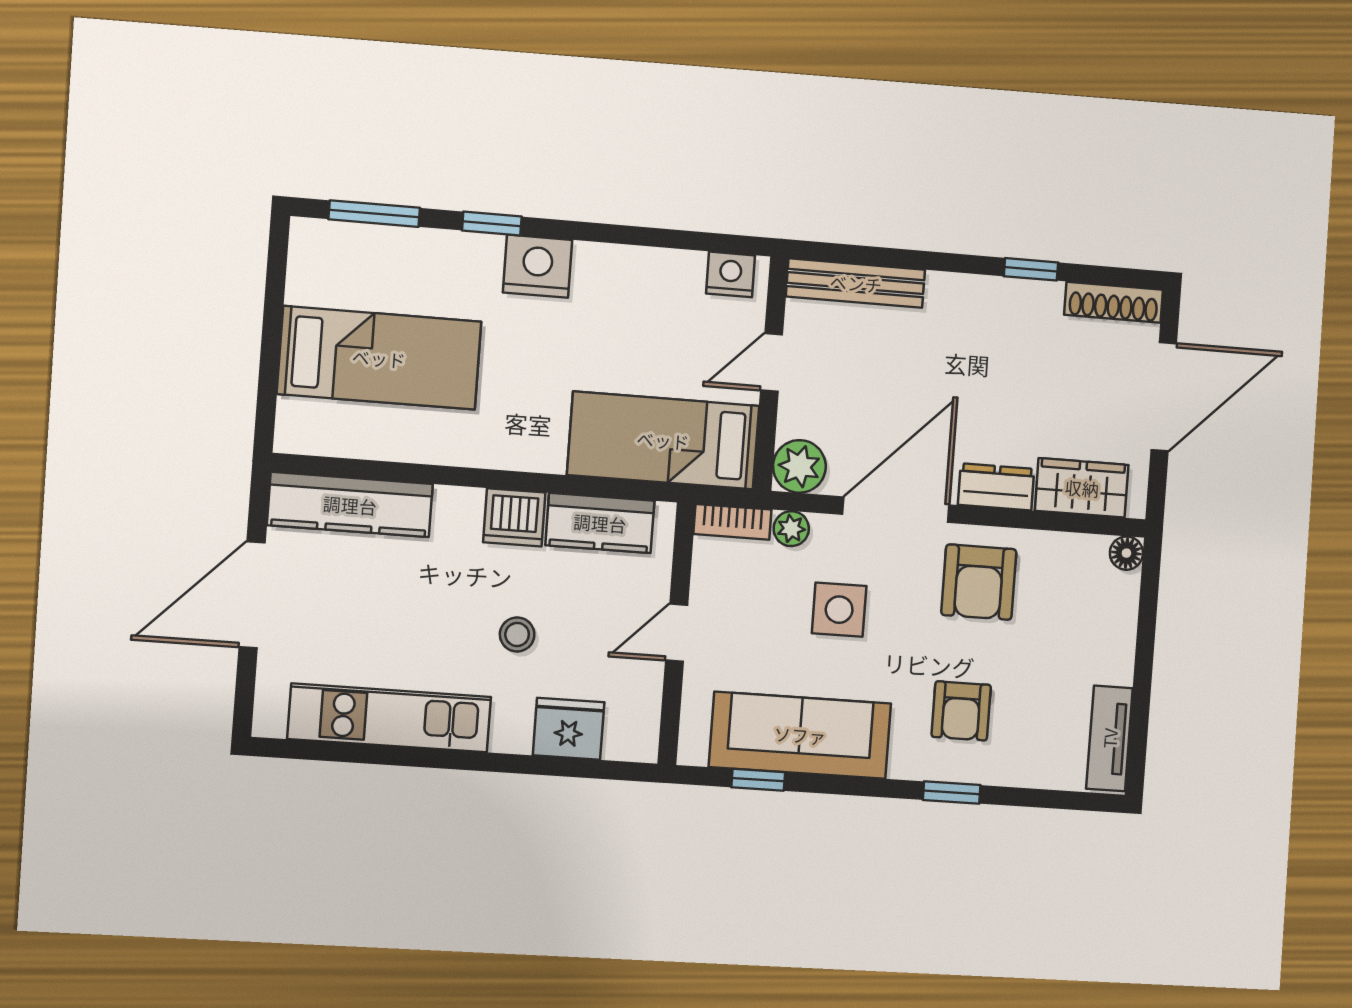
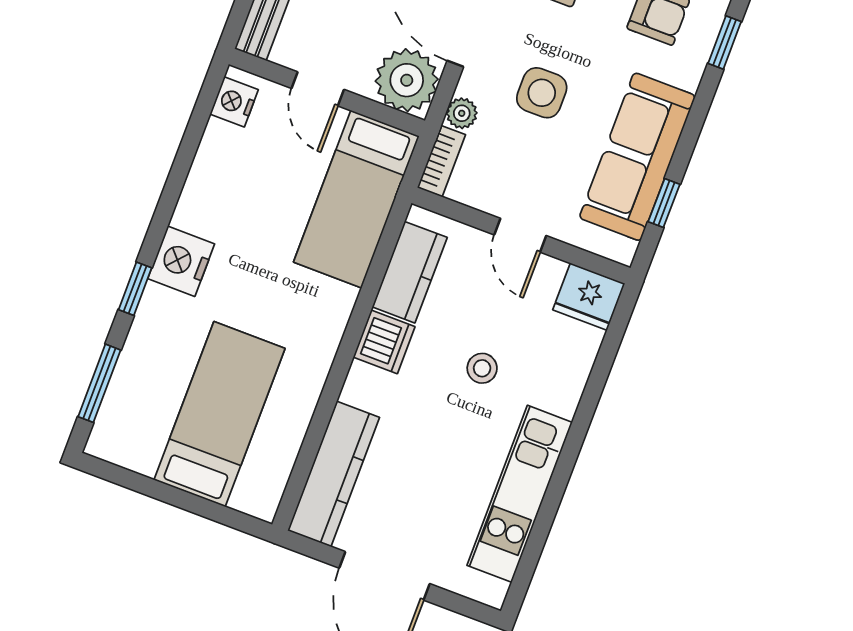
plant: (799, 466) -> (407, 80), width x1.36, depth x1.36
fridge: (569, 729) -> (589, 297), moved, turned -90

